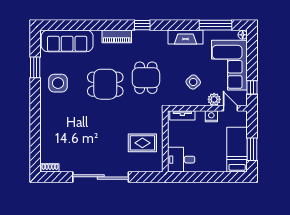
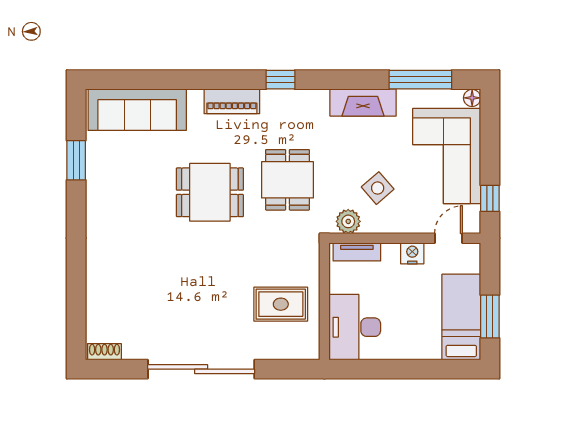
side table: (58, 83) -> (120, 190), removed
plant: (214, 99) -> (348, 221), moved
door: (230, 108) -> (448, 238), hinge flipped
desk: (181, 160) -> (355, 327), width x1.37

